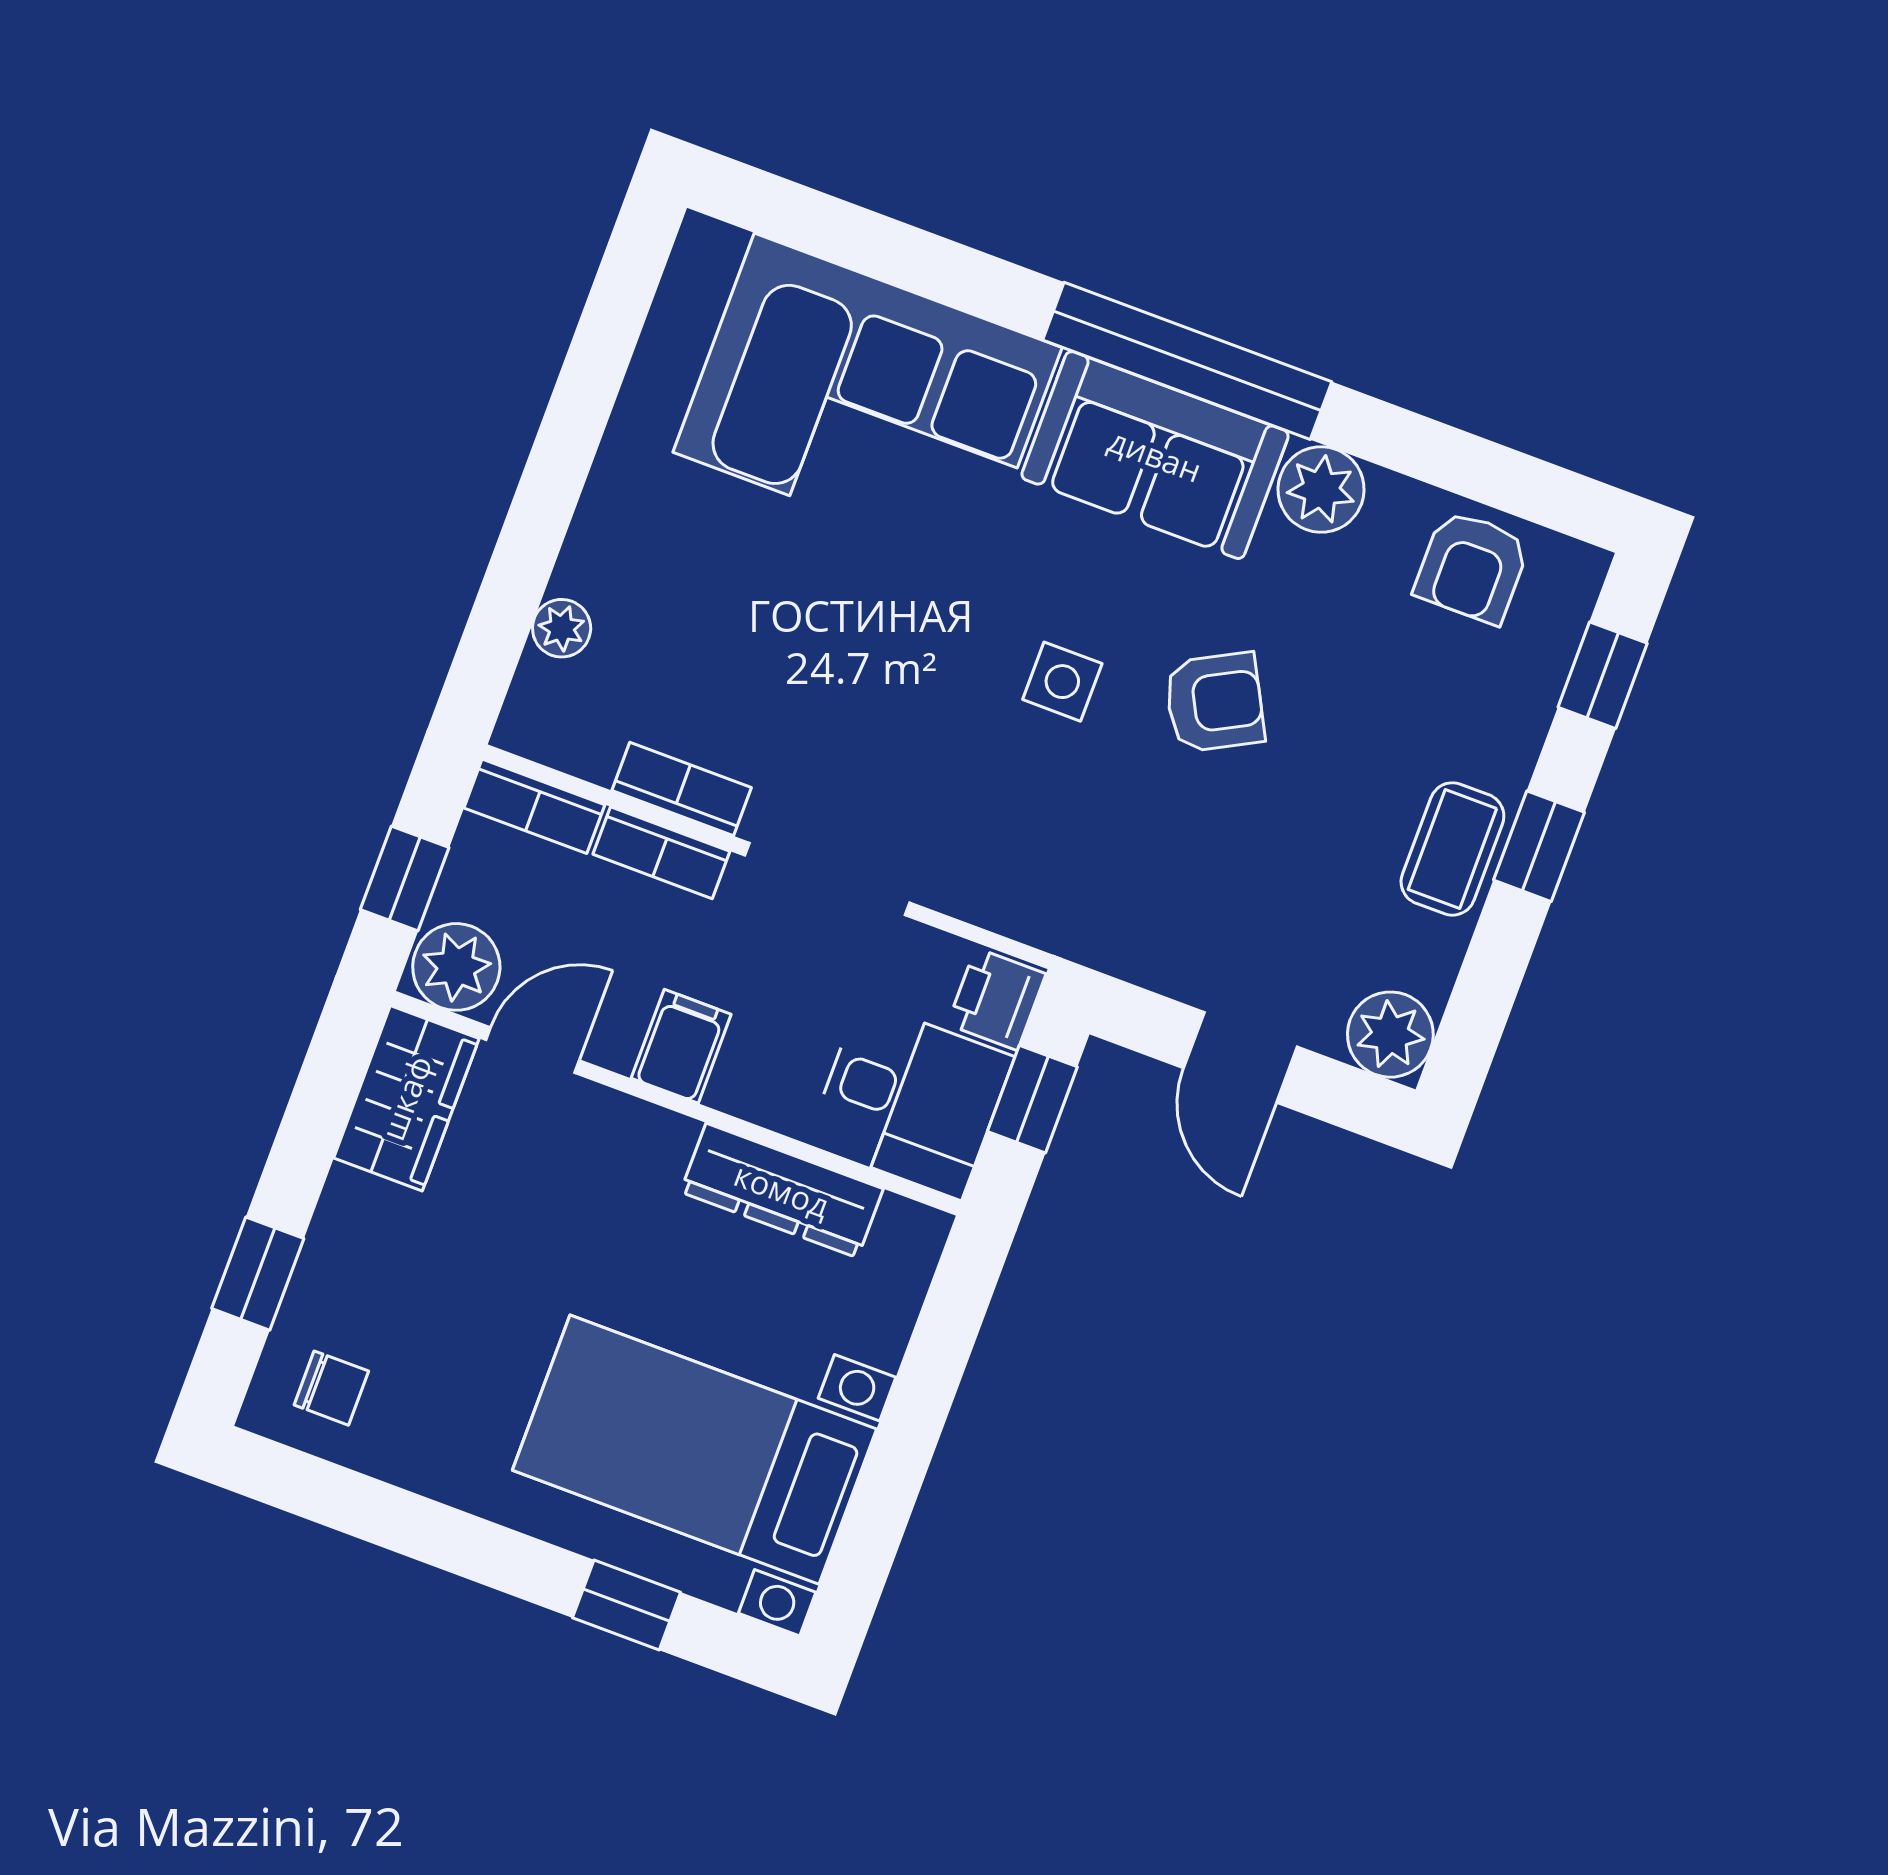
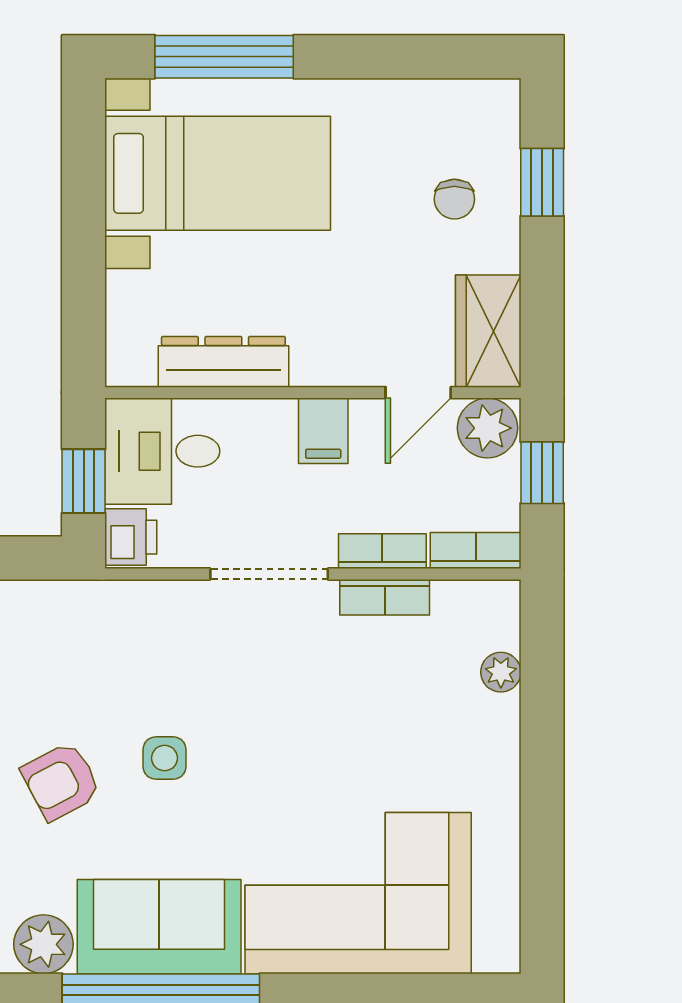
chair: (331, 1388) -> (454, 199), moved, turned -90
window: (627, 1605) -> (224, 57), width x2.17

